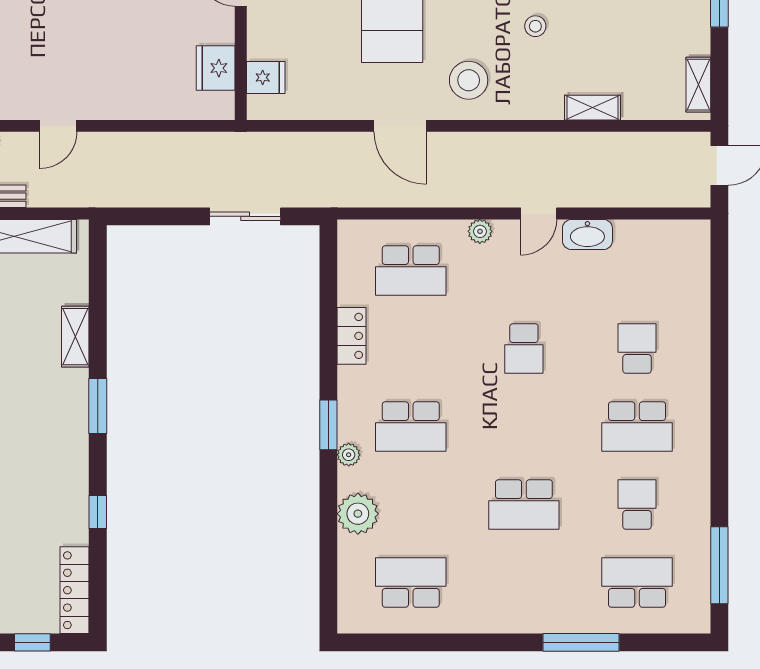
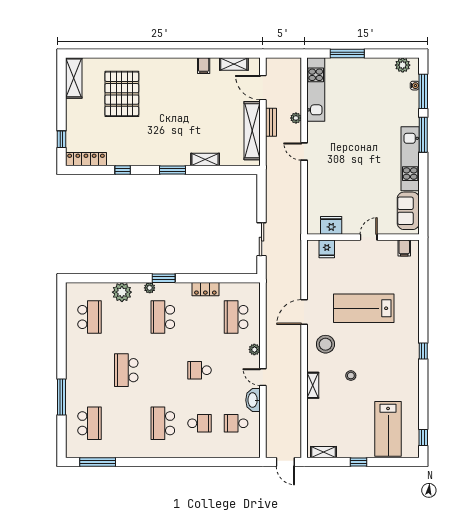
shelving: (593, 108) -> (313, 385), moved
school desk: (637, 505) -> (236, 423), moved, turned 180

